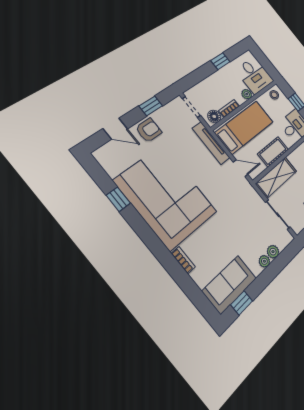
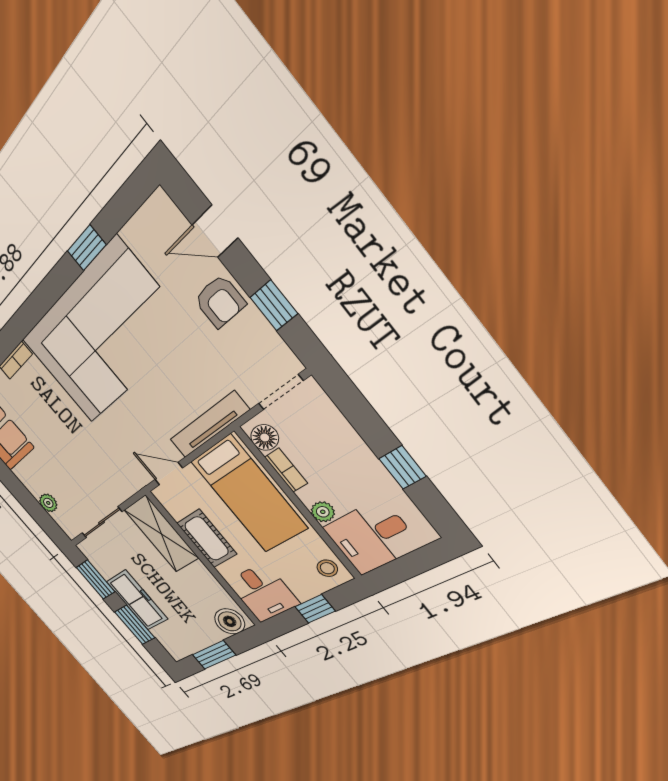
door: (115, 129) -> (215, 231), hinge flipped
door: (241, 168) -> (169, 474), swing flipped
plant: (264, 261) -> (34, 487), removed

